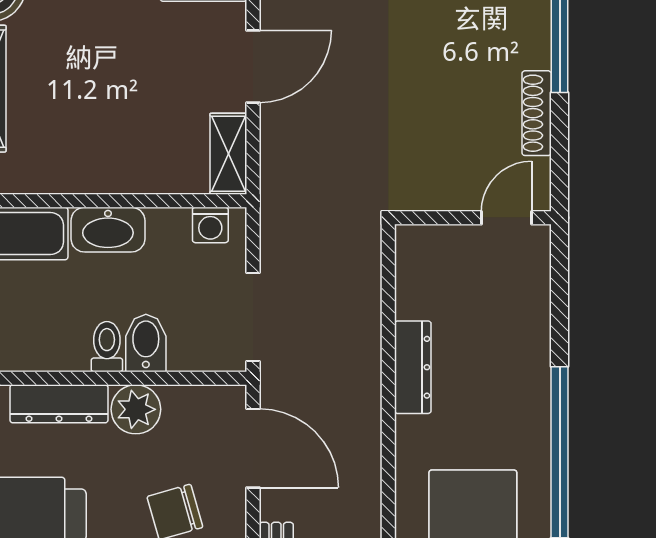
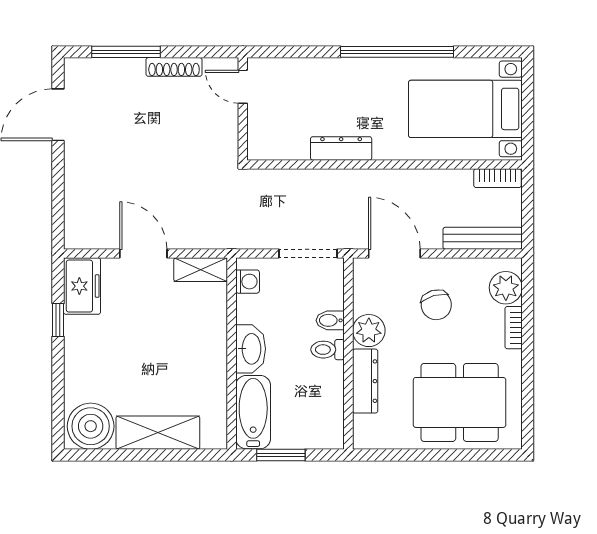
bidet: (146, 343) -> (330, 320), width x0.72, depth x0.74
door: (253, 448) -> (394, 253), hinge flipped

